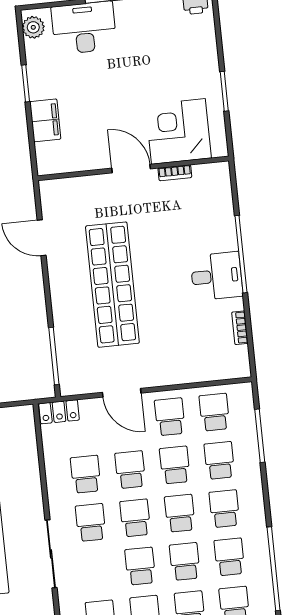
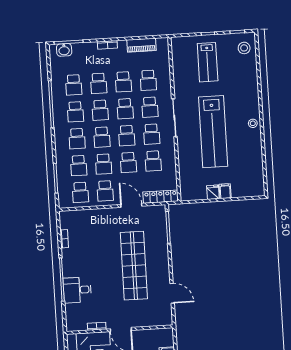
desk: (217, 276) -> (77, 290), moved
locker: (59, 412) -> (161, 197), width x1.53
school desk: (96, 571) -> (150, 107), added

